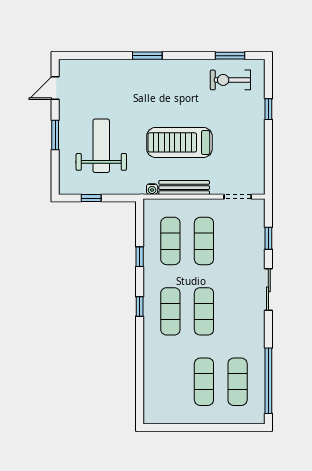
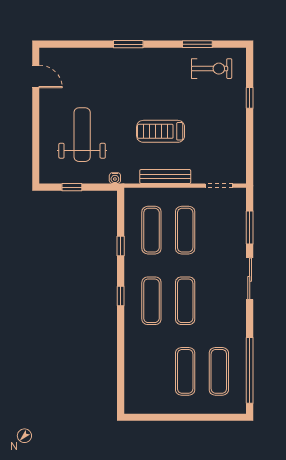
window: (230, 56) -> (197, 44), moved
exercise bike: (230, 80) -> (212, 69), turned 180
door: (55, 88) -> (36, 77), swing flipped
window: (55, 135) -> (36, 124), removed
treadmill: (179, 142) -> (161, 131), width x0.73, depth x0.73
water cooler: (152, 189) -> (115, 178), moved
window: (268, 238) -> (250, 227), width x1.50

